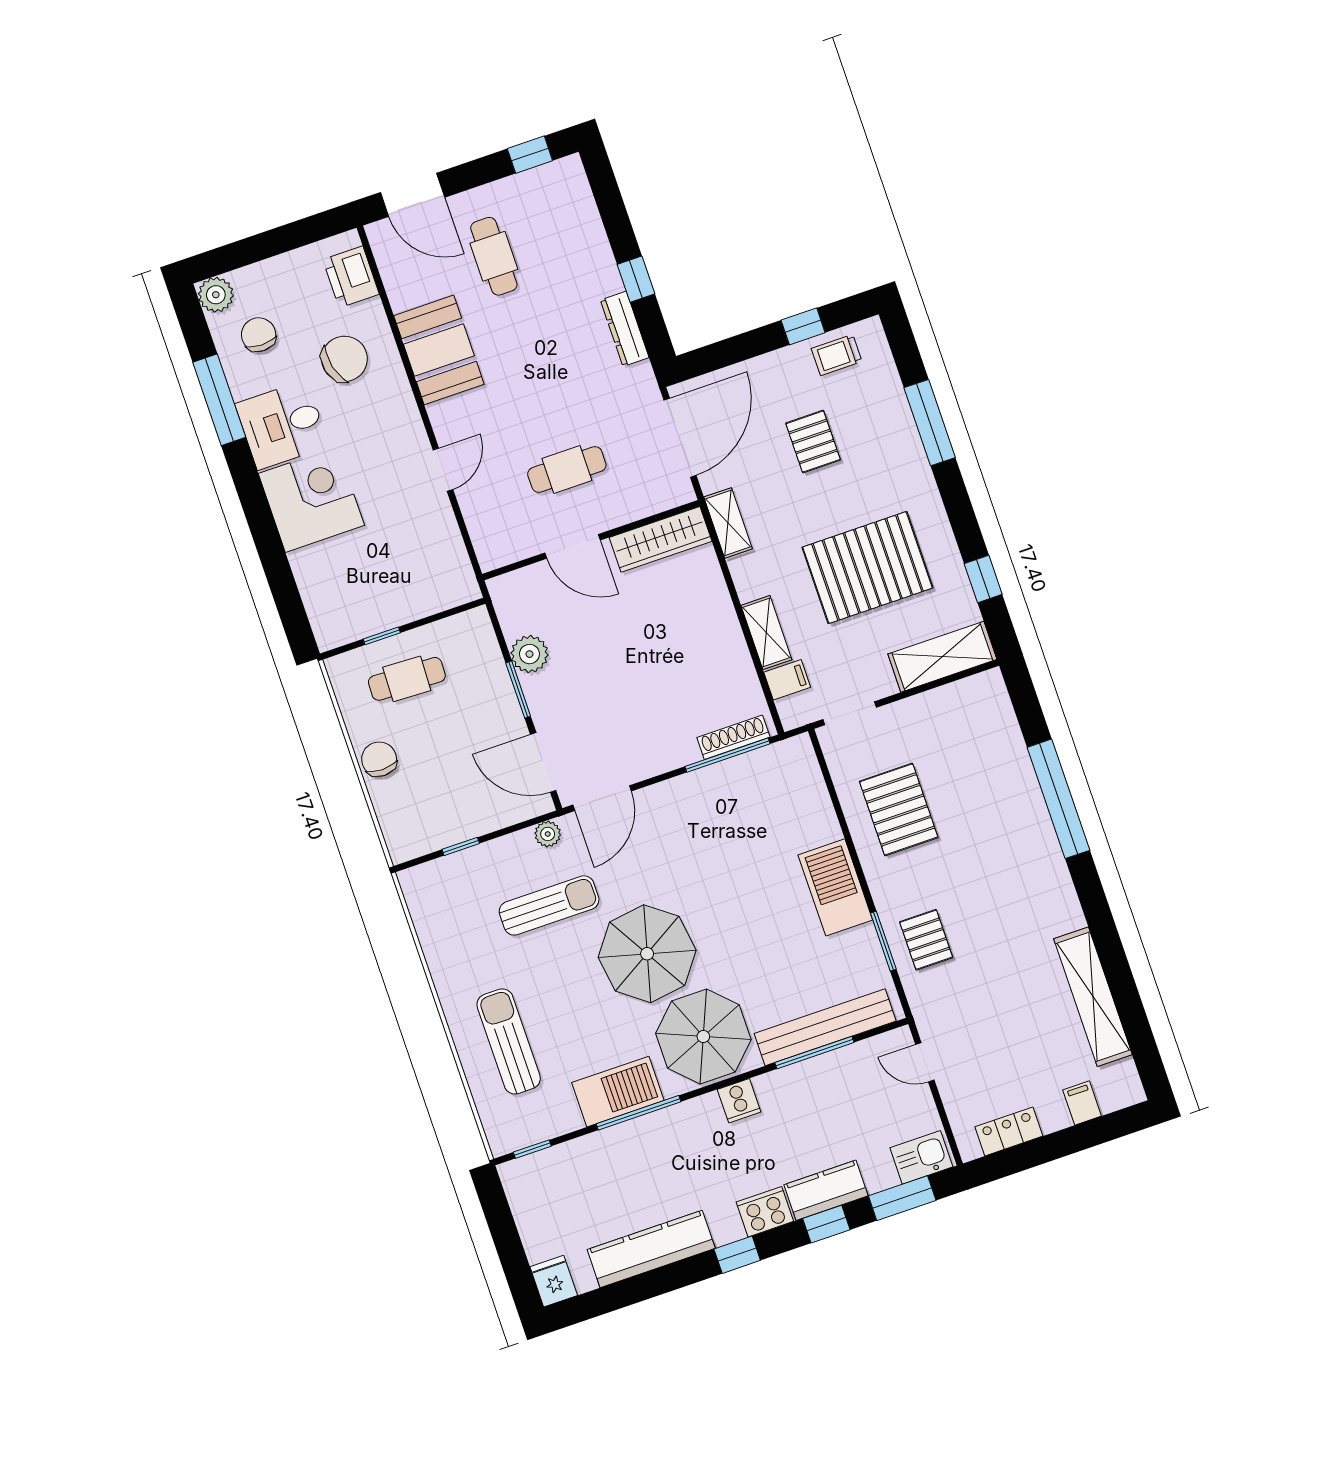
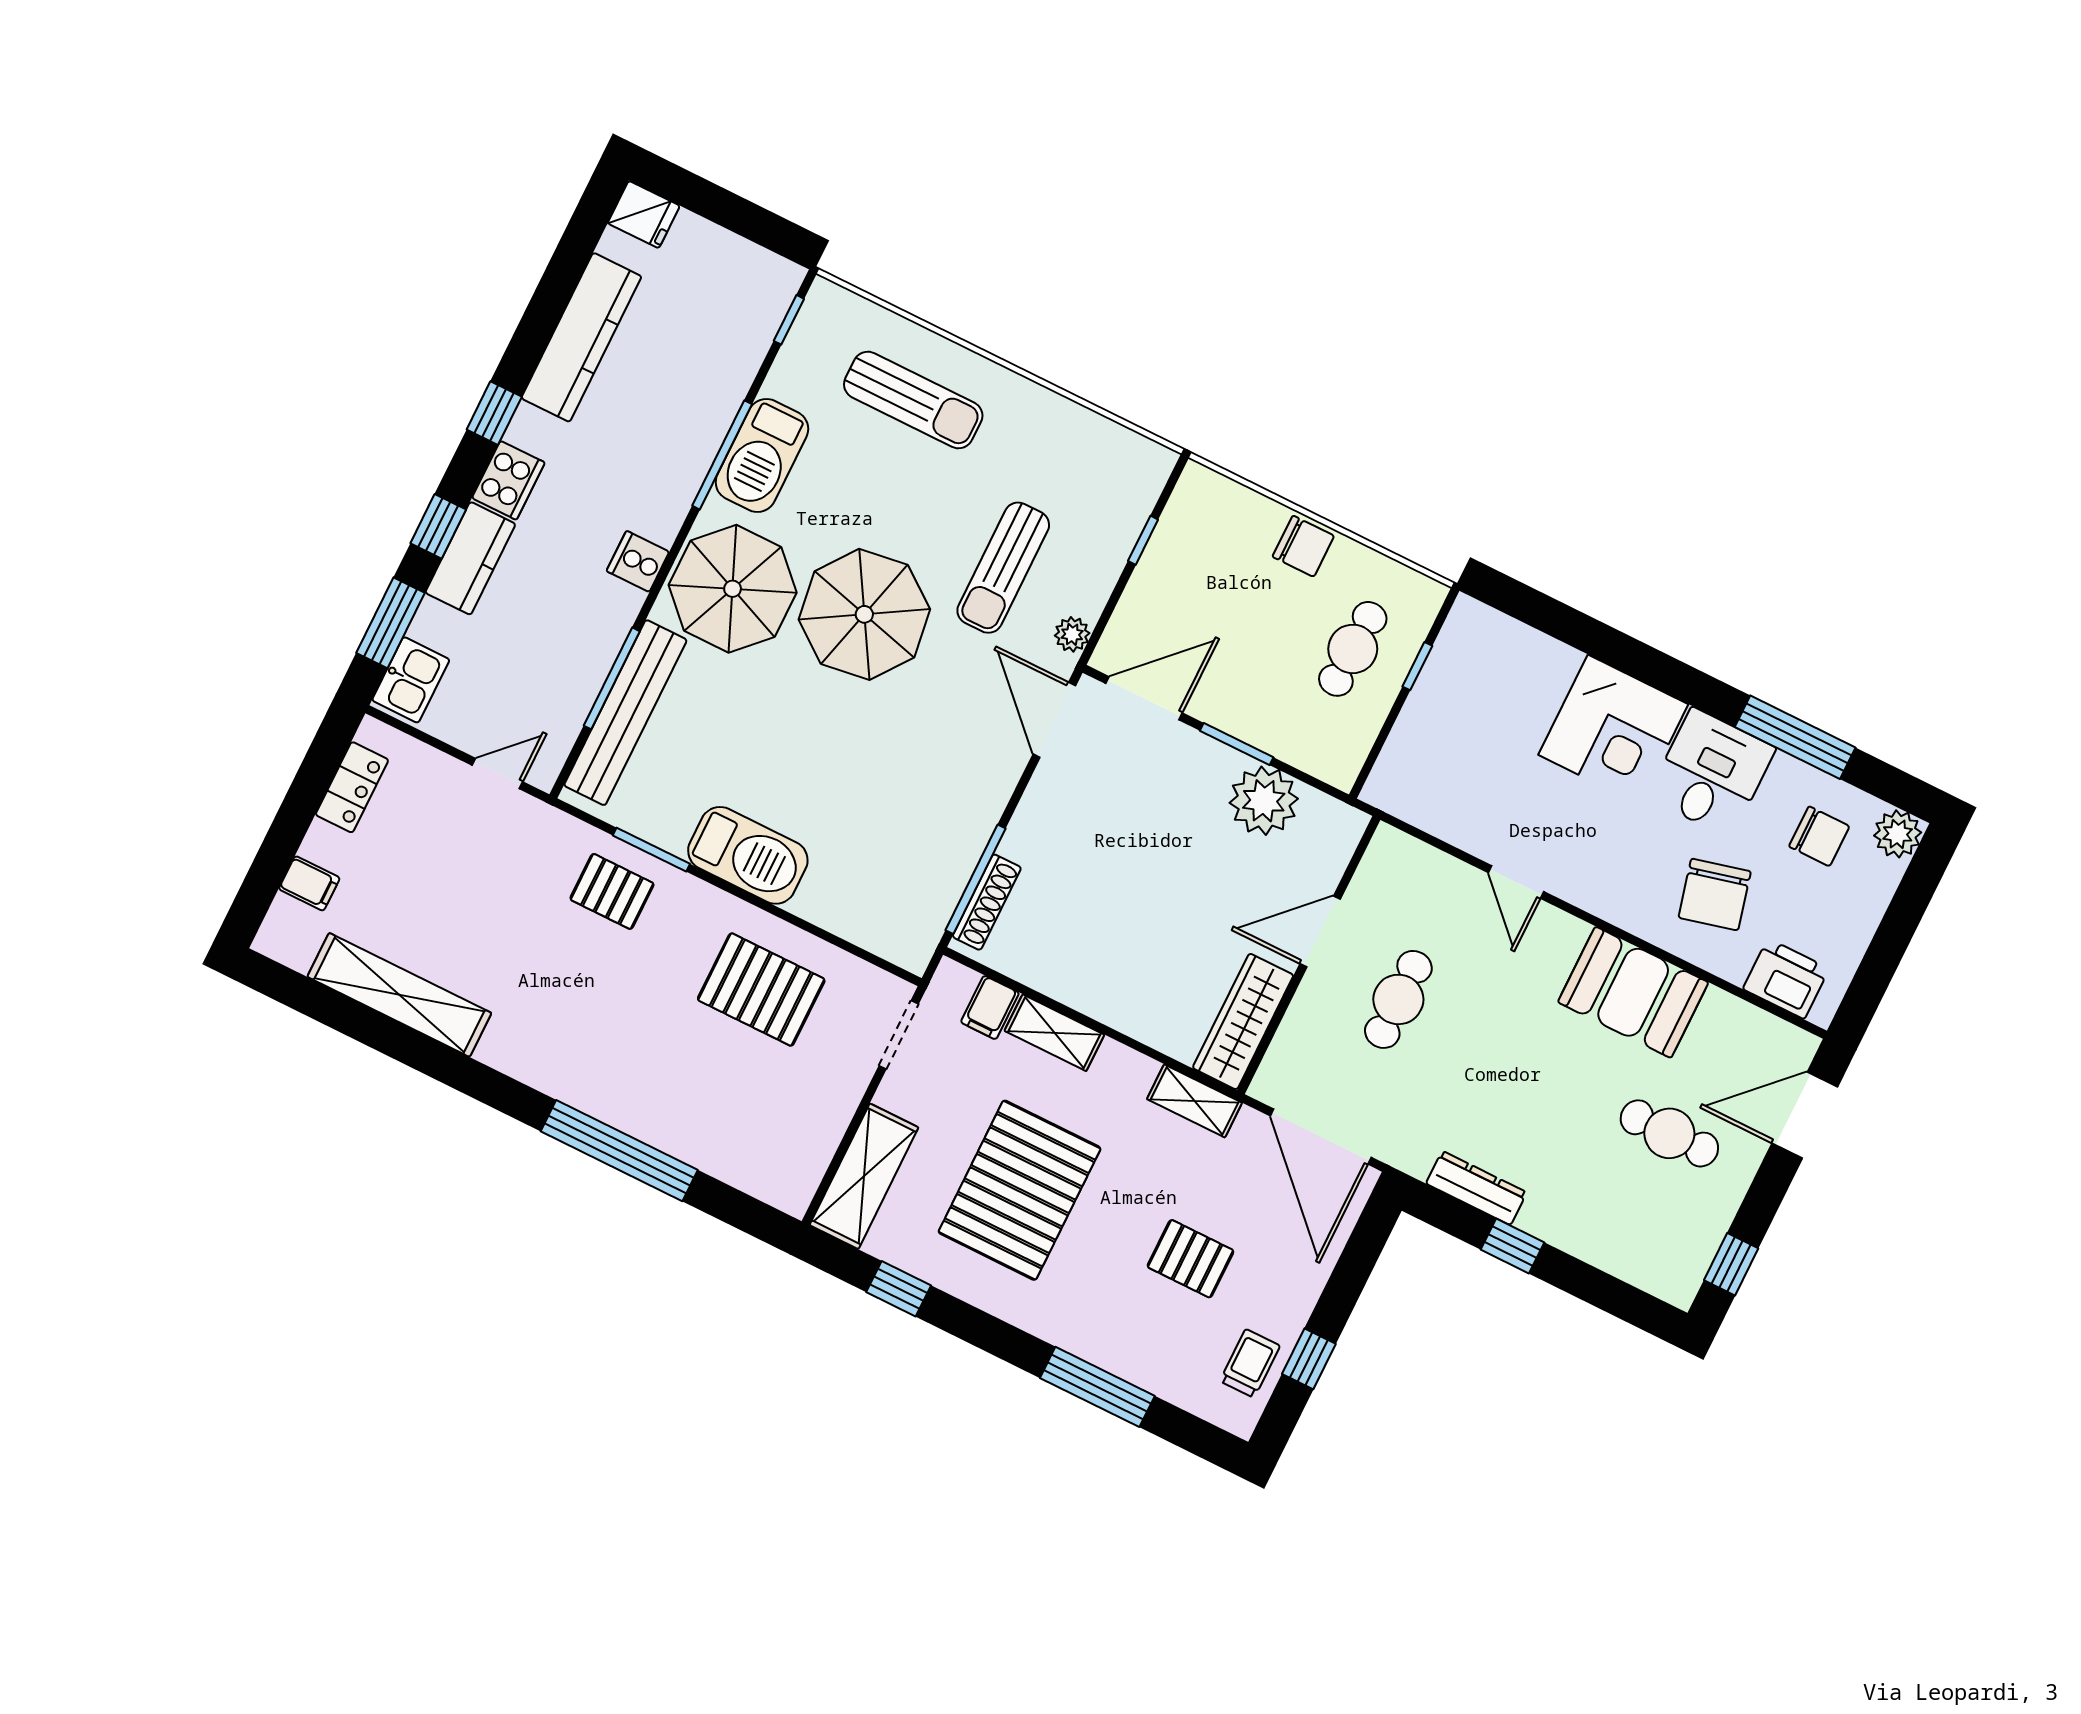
plant: (529, 654) -> (1264, 801), width x1.36, depth x1.36

